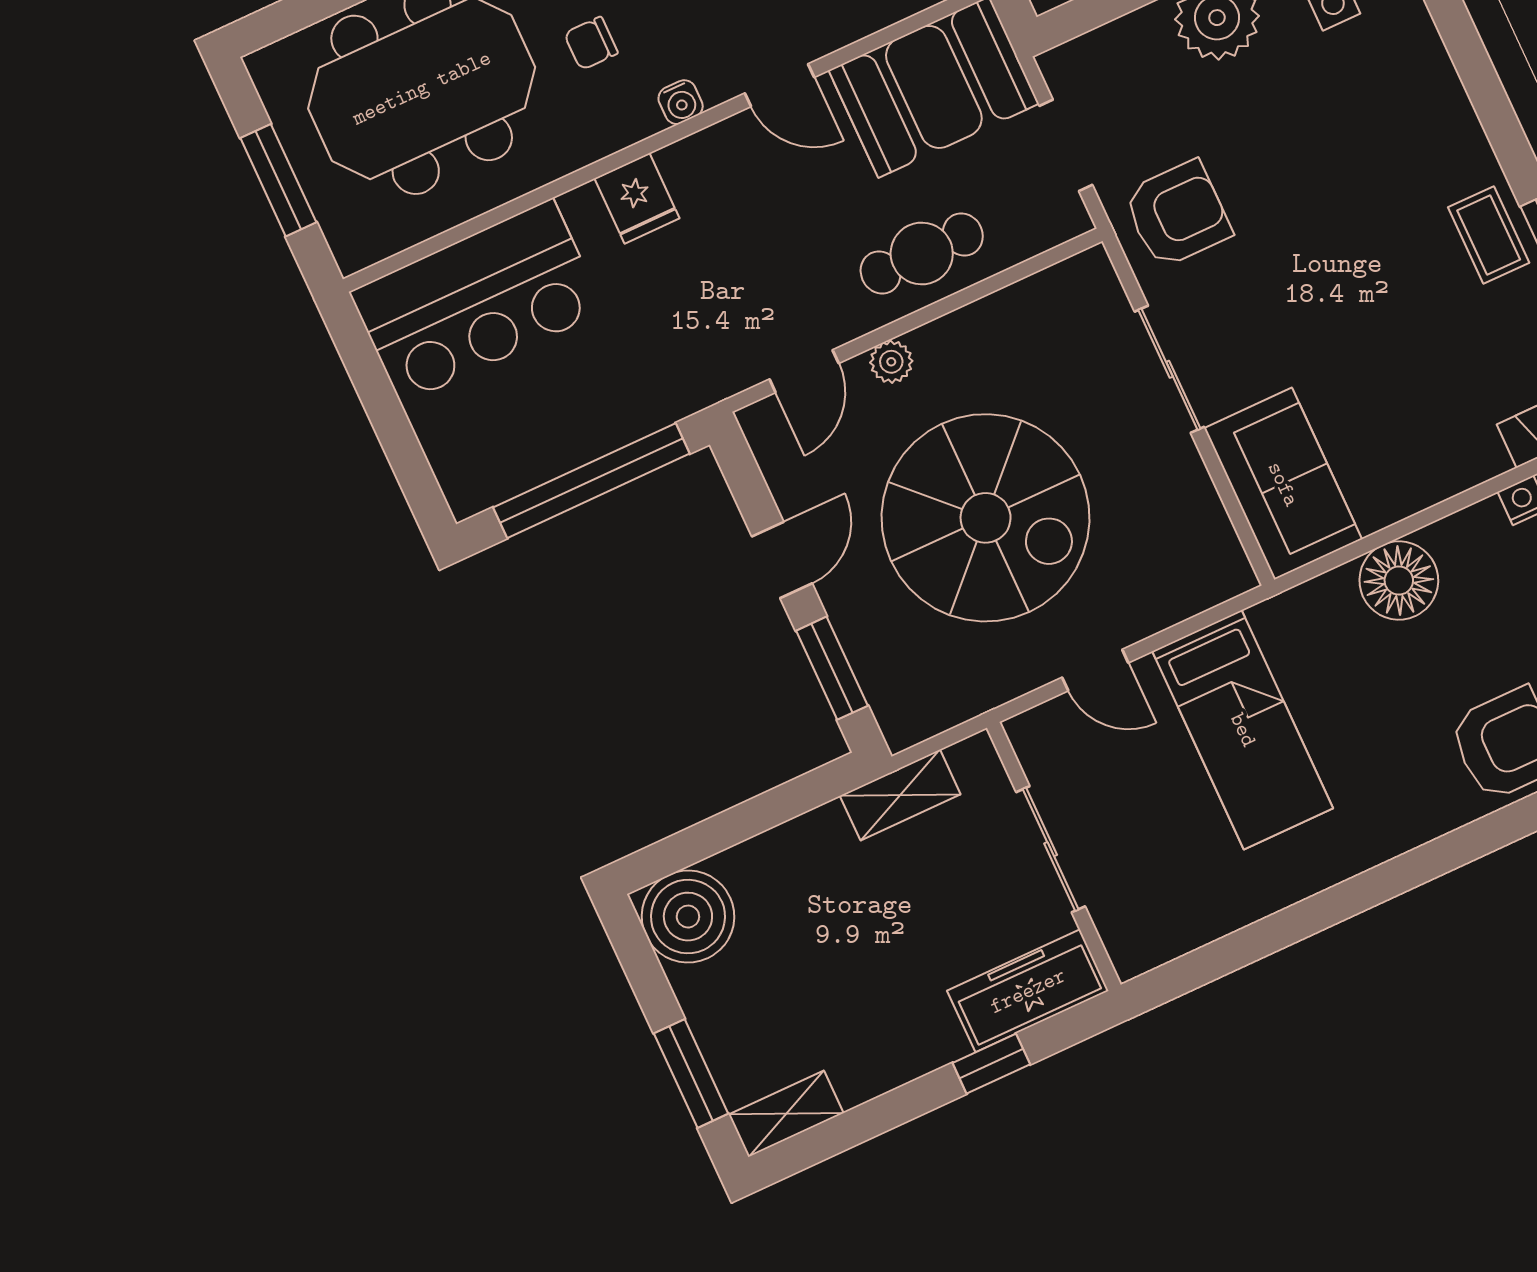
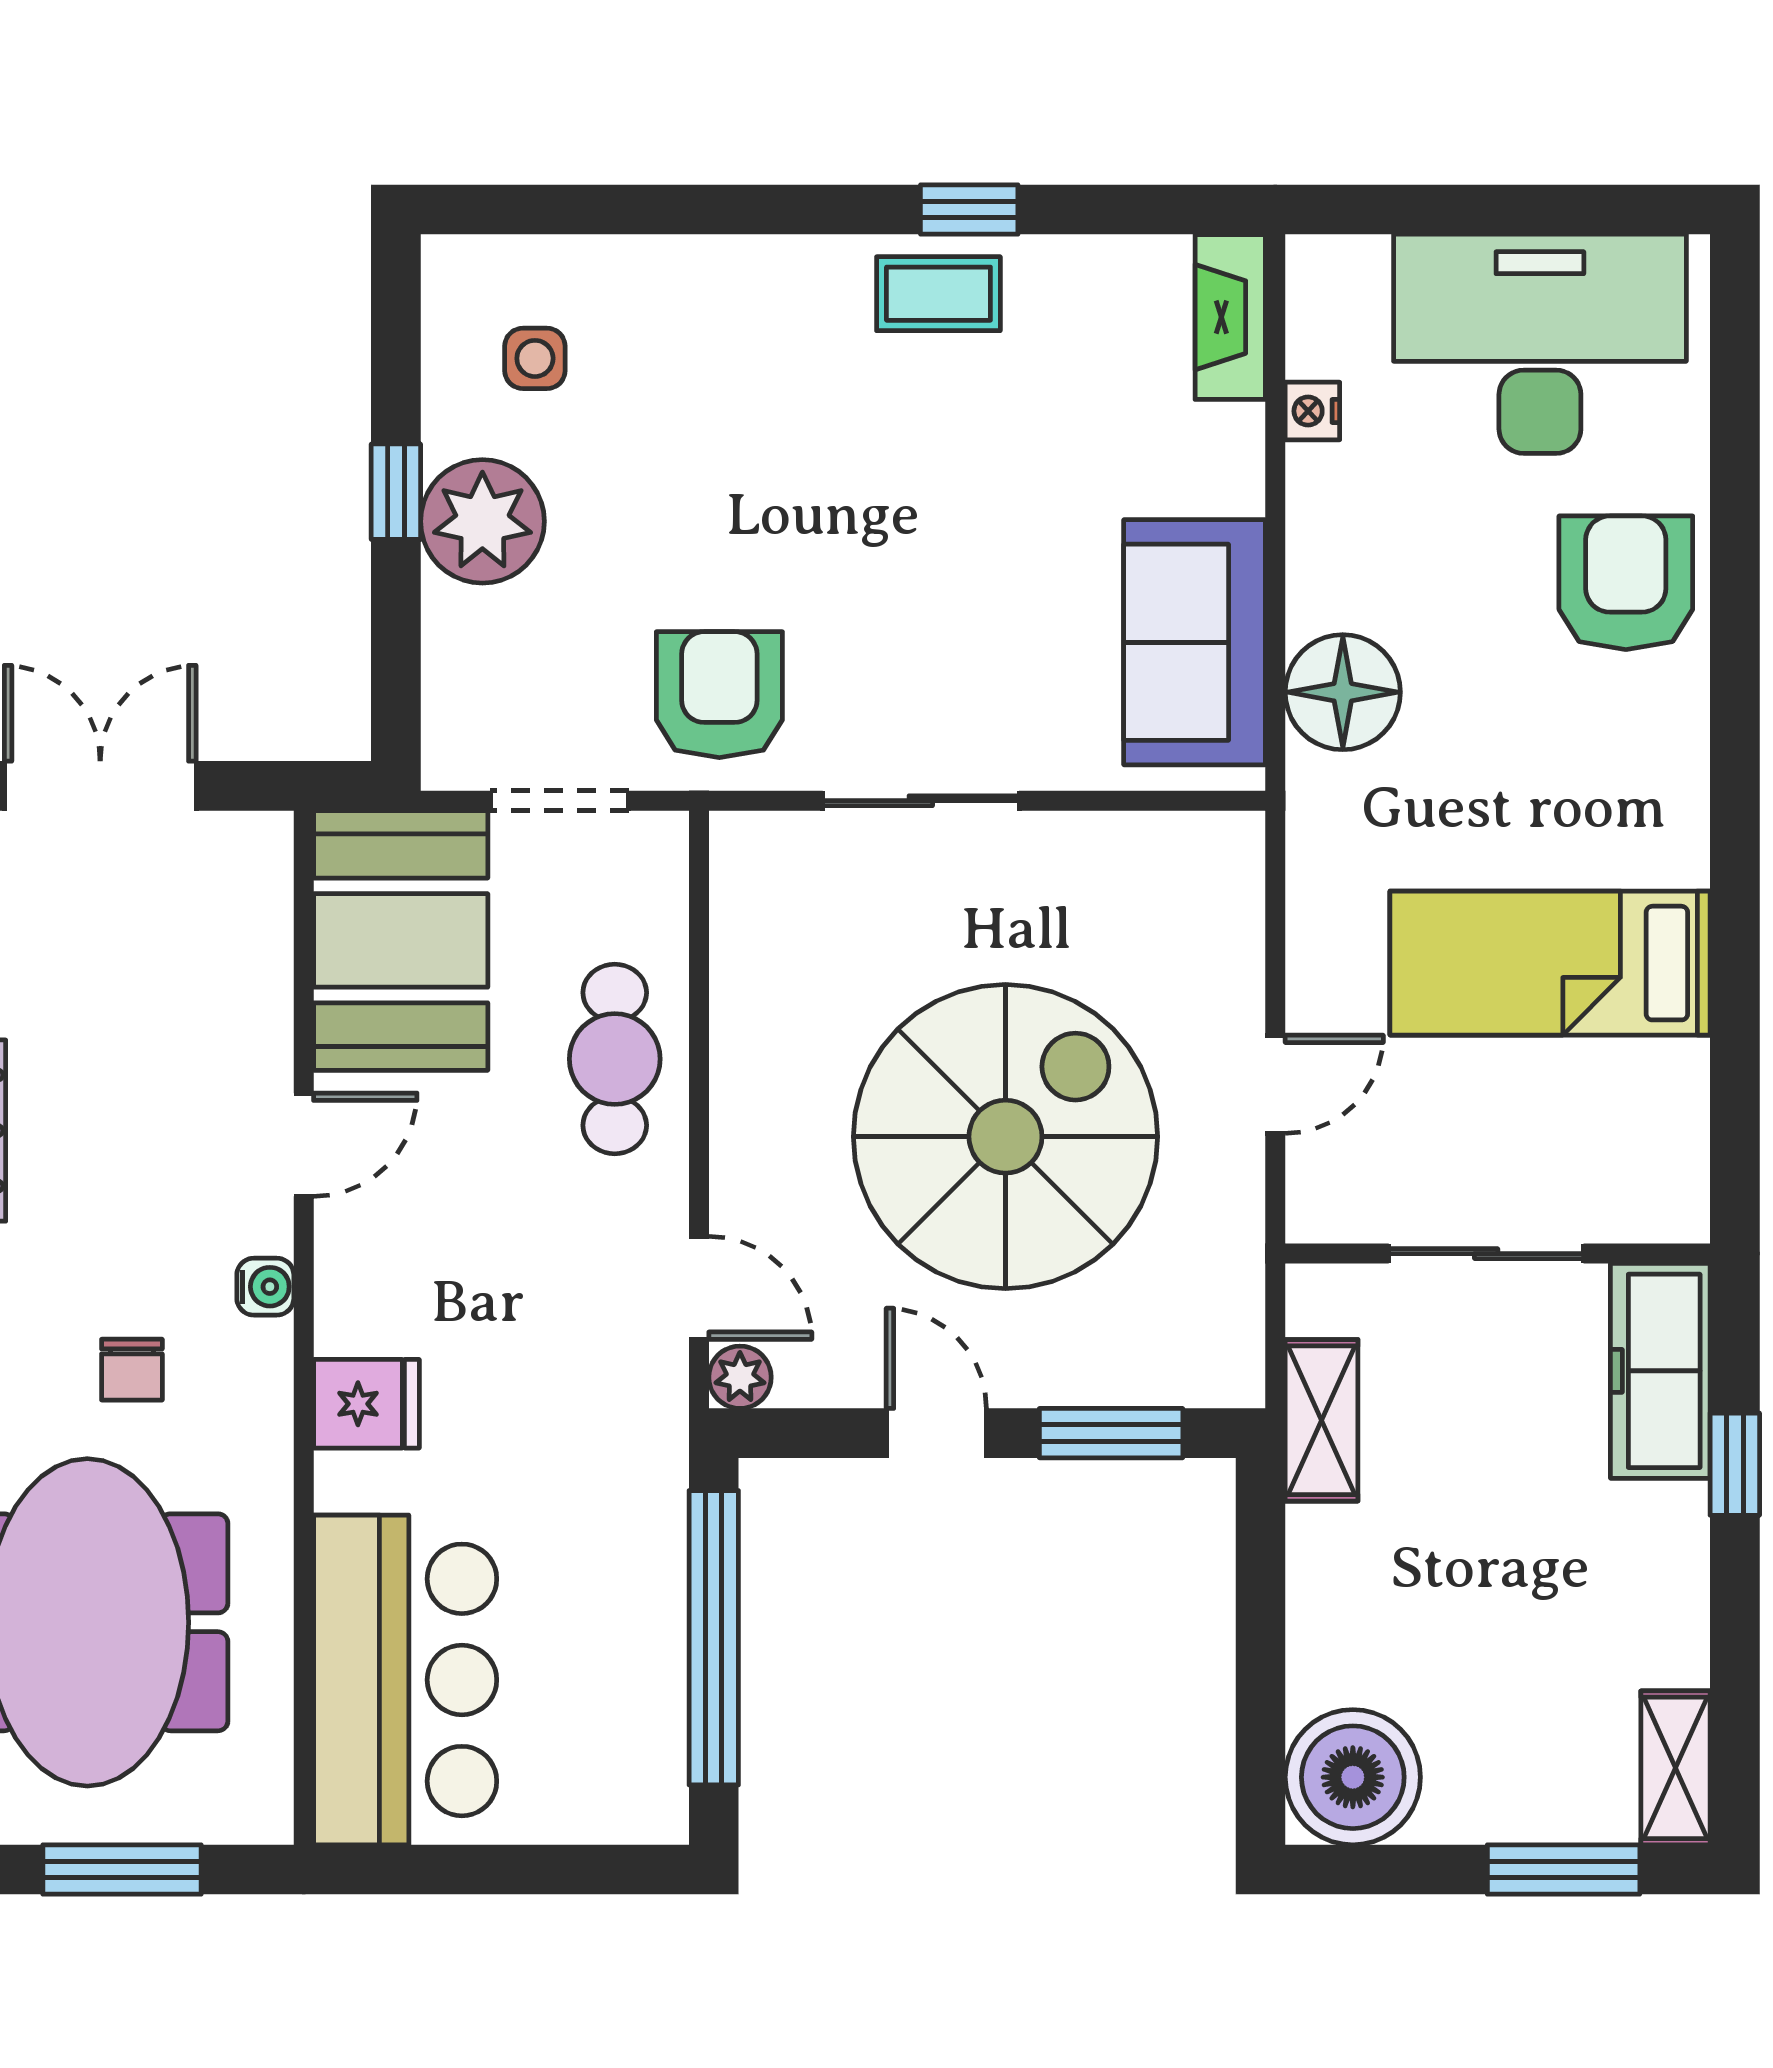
plant: (891, 362) -> (740, 1377), moved
sofa: (1283, 484) -> (1195, 642), moved, turned -90
floor lamp: (1399, 581) -> (1343, 692), moved
bed: (1243, 730) -> (1550, 963), moved, turned 180

